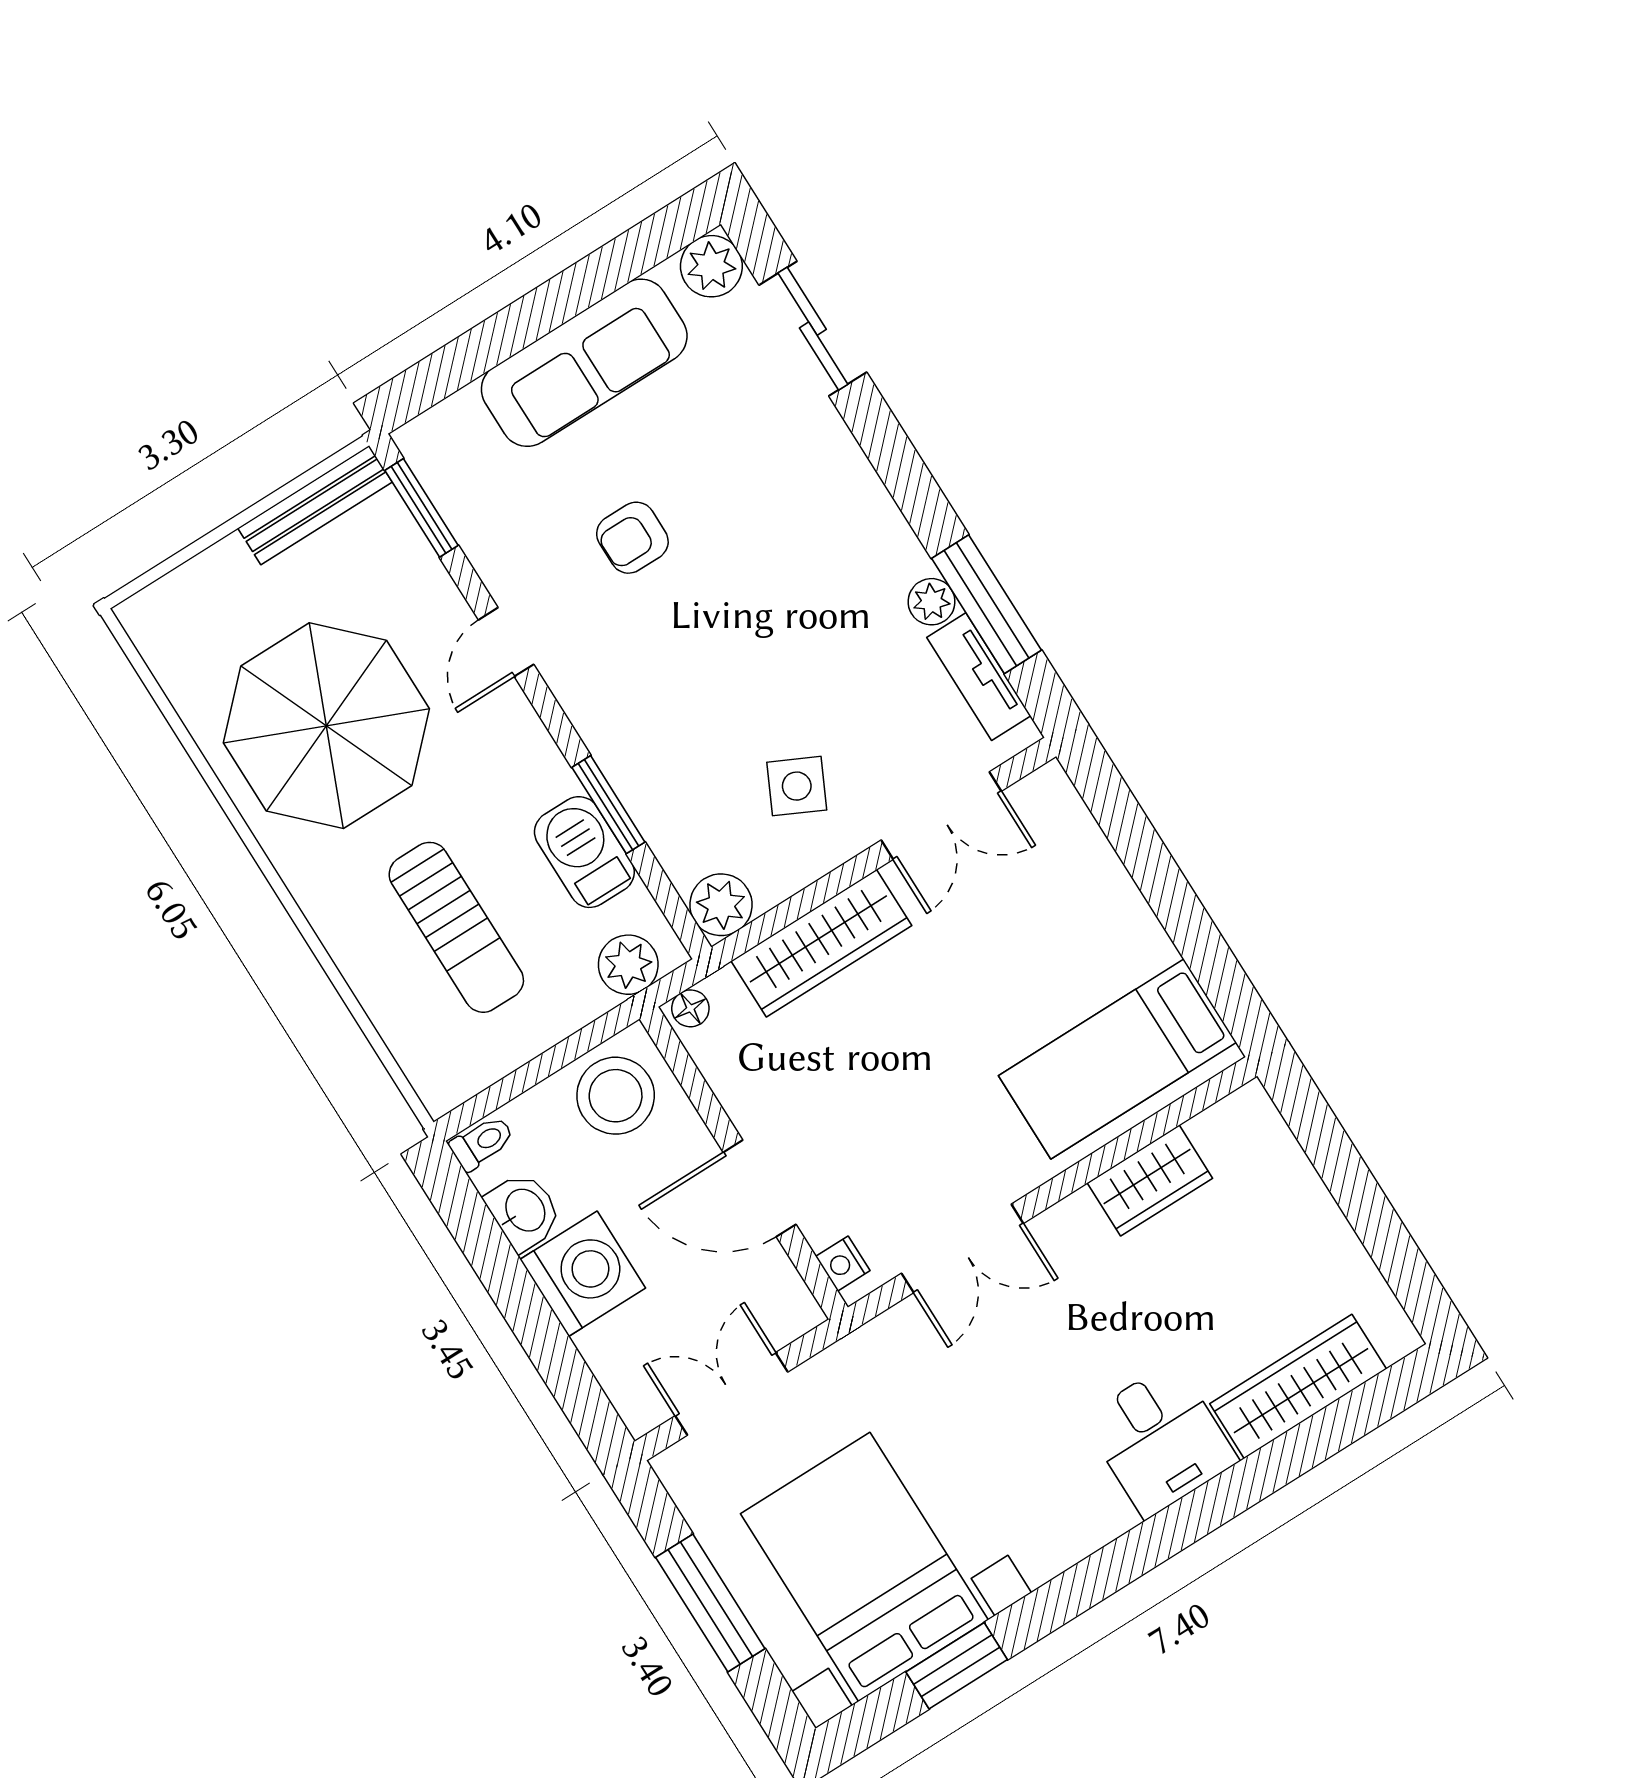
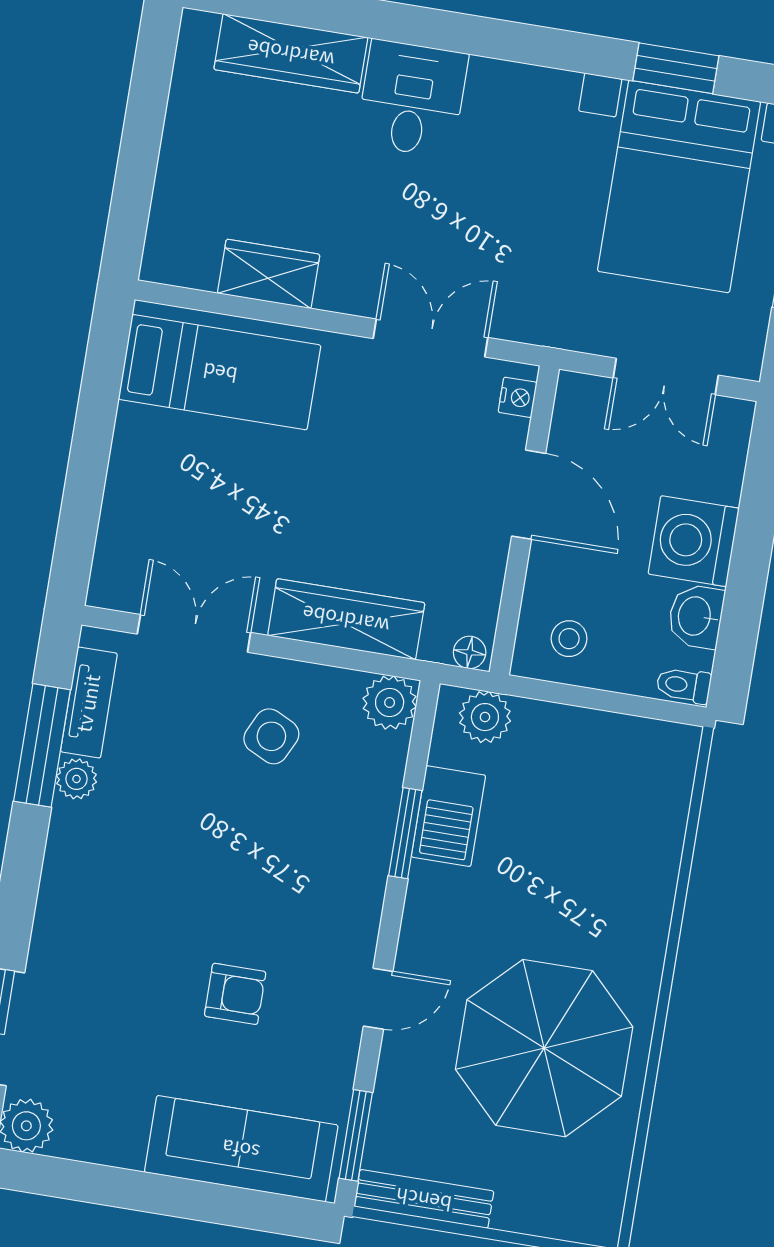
sofa: (584, 363) -> (241, 1149), moved
sun lounger: (456, 927) -> (576, 841), removed
stool: (616, 1096) -> (569, 639), width x0.53, depth x0.53

